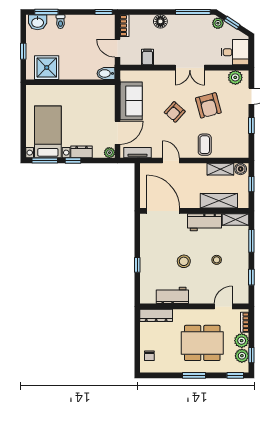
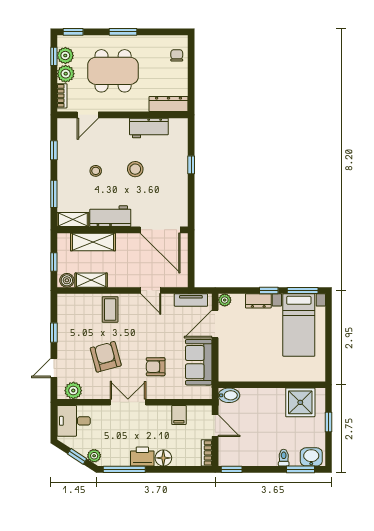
printer: (178, 23) -> (142, 457), added
armchair: (175, 112) -> (156, 367), moved, turned -132

